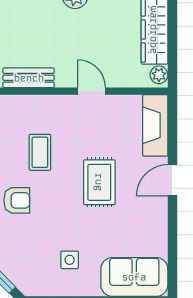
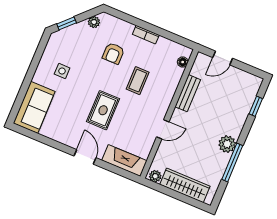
coffee table: (40, 152) -> (138, 81), turned 90
rug: (99, 182) -> (103, 110), turned 90

